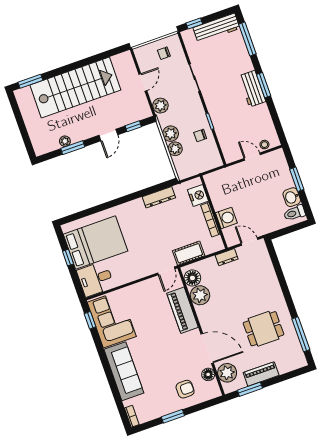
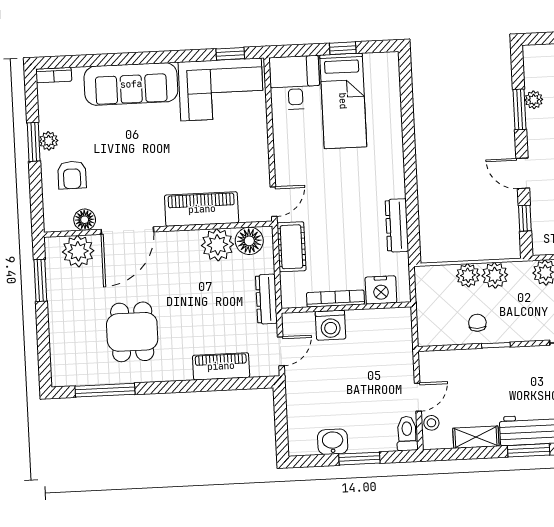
shelving: (265, 117) -> (476, 437), added
toilet: (294, 213) -> (407, 433), moved
bed: (96, 243) -> (343, 101), width x0.67
dresser: (227, 257) -> (266, 299), width x1.44
door: (166, 271) -> (274, 202), swing flipped
piano: (261, 374) -> (221, 366), moved, turned -90
plant: (170, 408) -> (49, 141), added

